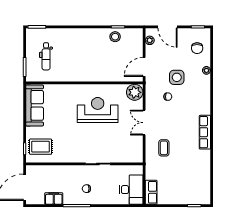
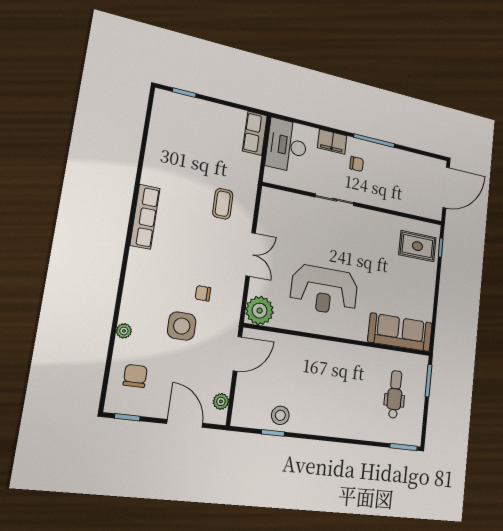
sofa: (35, 105) -> (400, 332), moved, turned 90
filing cabinet: (54, 198) -> (332, 142), moved

